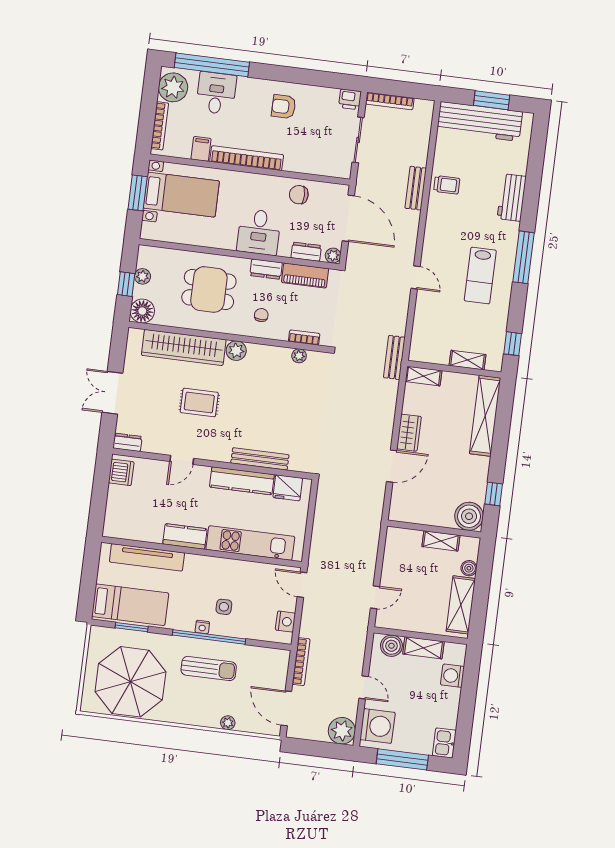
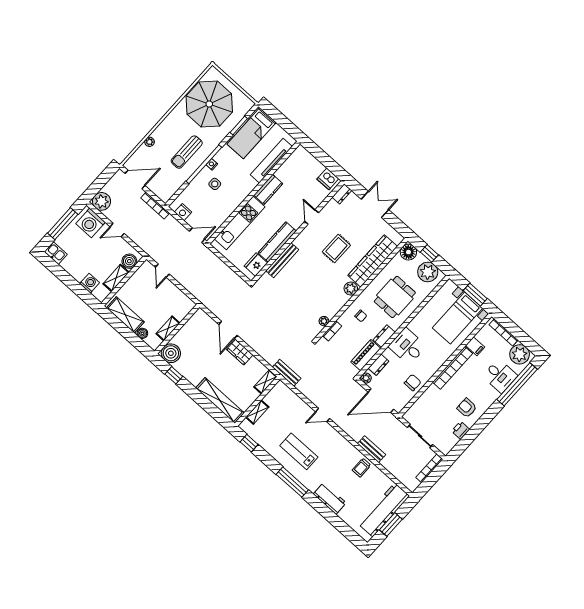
printer: (350, 99) -> (461, 430), moved
armchair: (284, 107) -> (467, 408), turned -90
plant: (142, 276) -> (428, 272), width x1.88, depth x1.88

